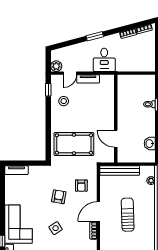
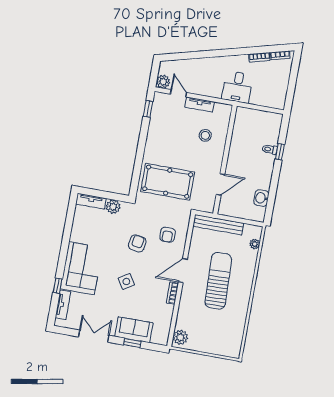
window: (95, 36) -> (217, 53), removed
desk: (104, 60) -> (237, 87), moved
door: (70, 73) -> (179, 93), swing flipped
stool: (64, 101) -> (205, 135), moved
door: (116, 139) -> (220, 184), swing flipped
plant: (35, 171) -> (113, 207), added
sun lounger: (128, 215) -> (218, 281), width x1.36, depth x1.34

